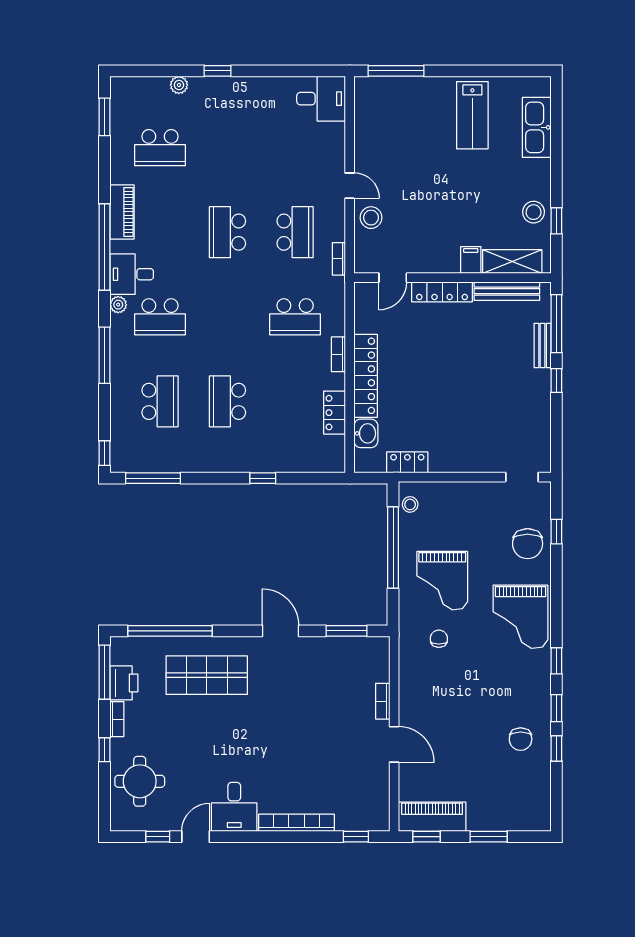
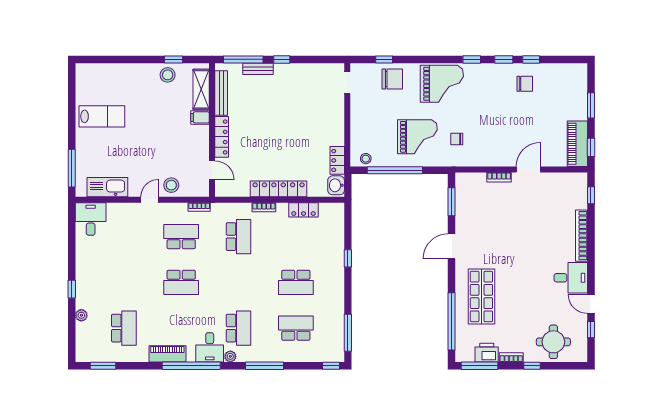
kitchen sink: (537, 127) -> (107, 187), moved, turned 180
washbasin: (366, 433) -> (336, 185), moved, turned -90

